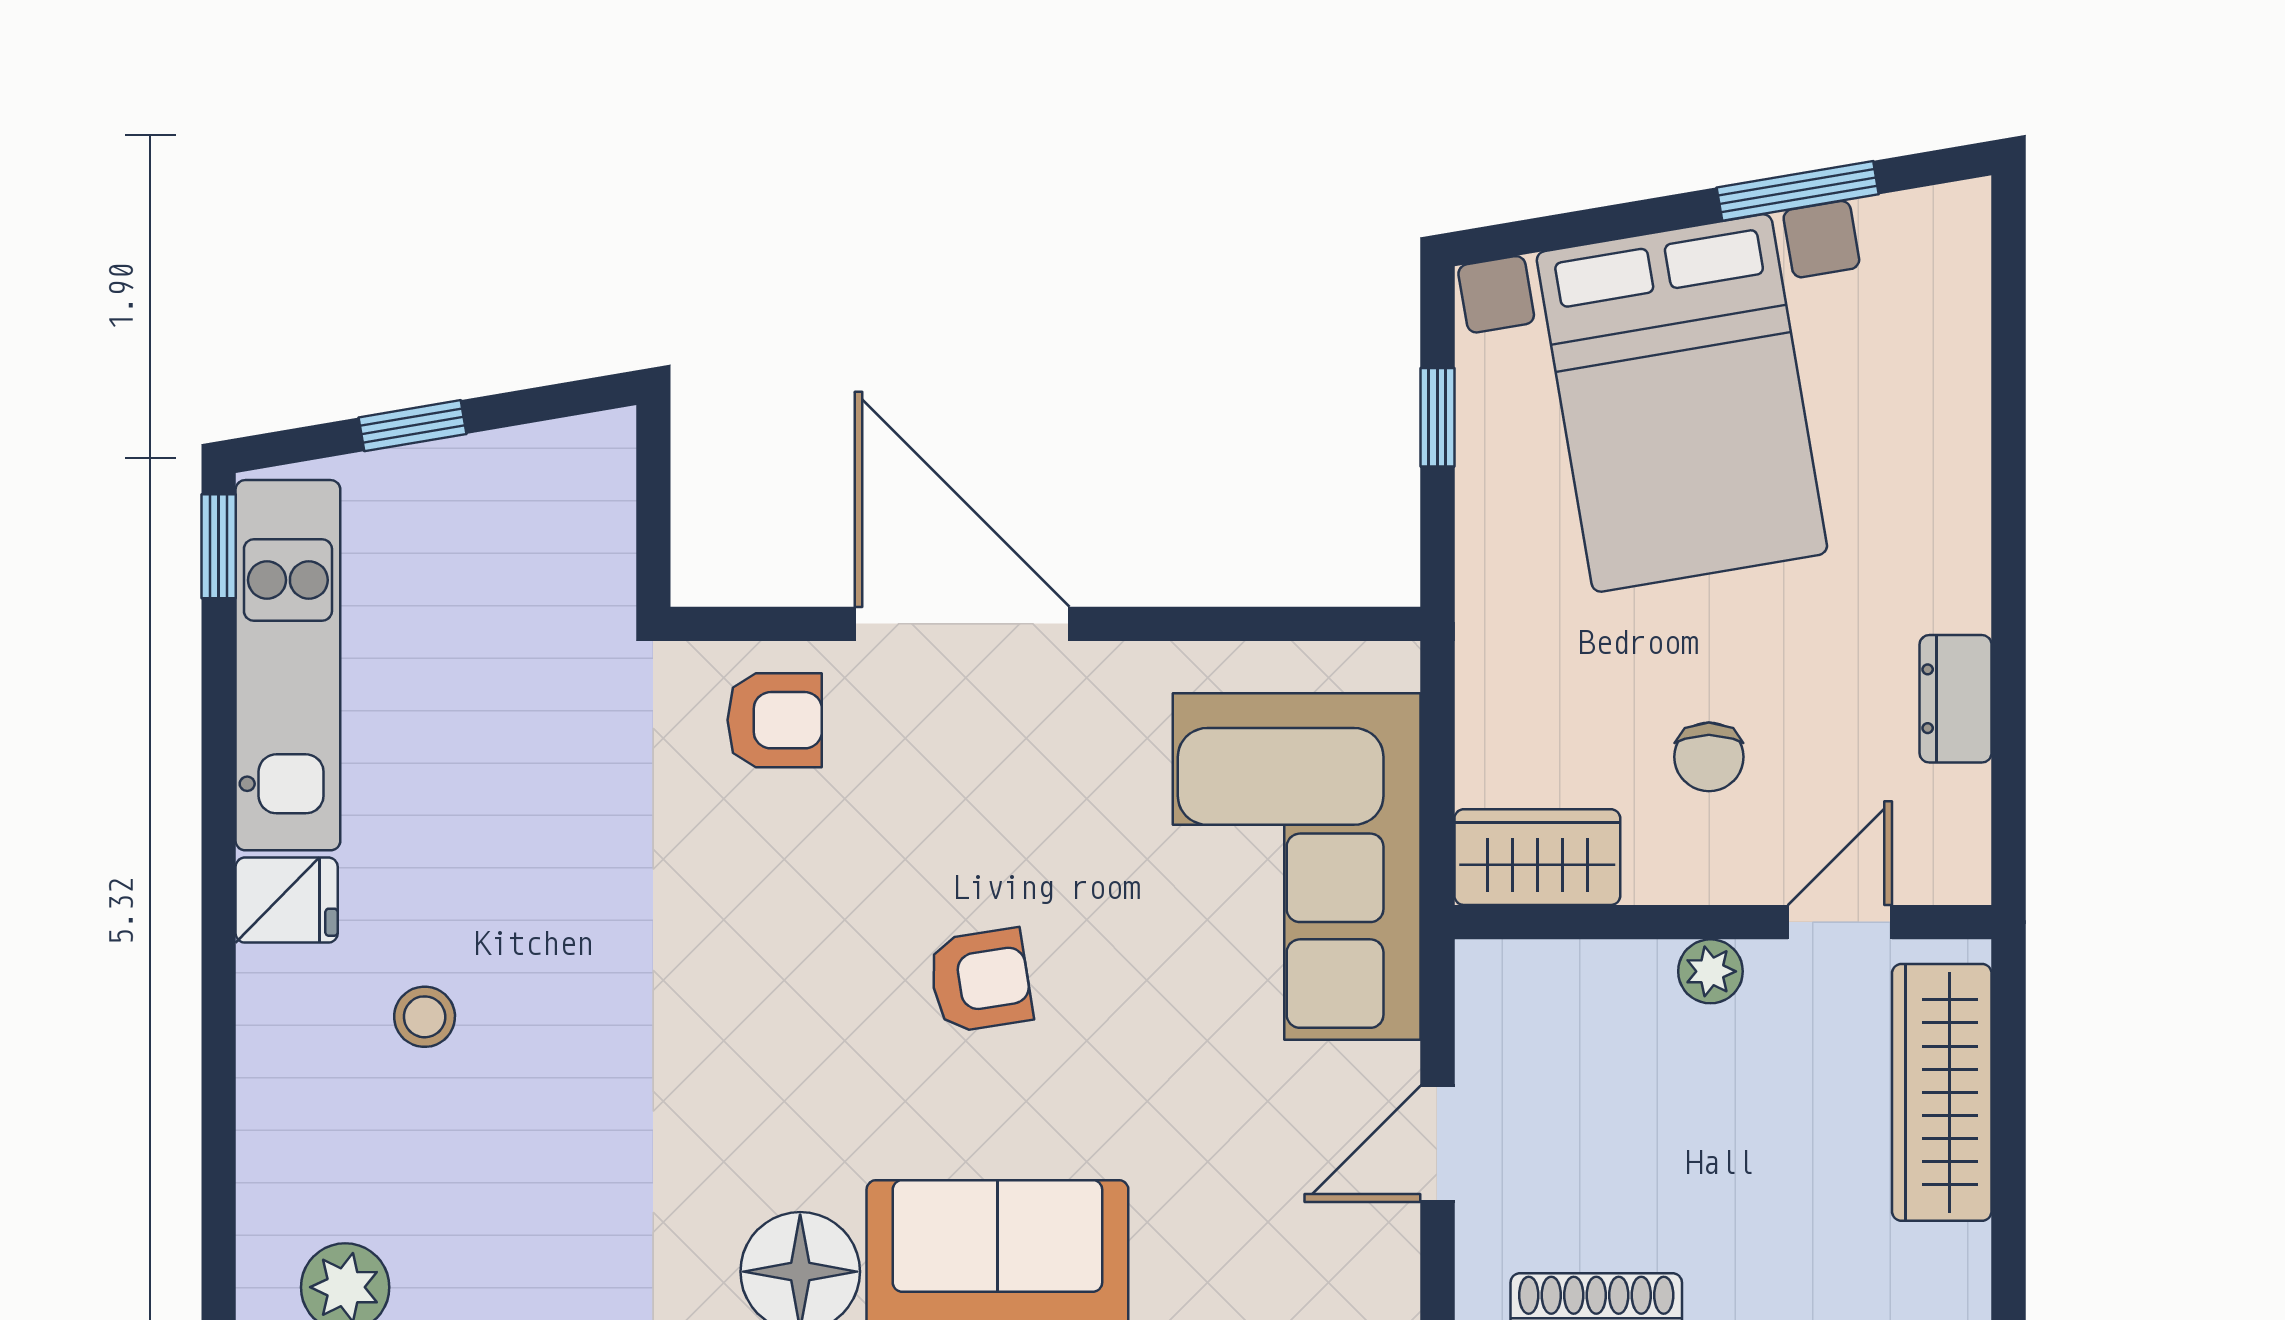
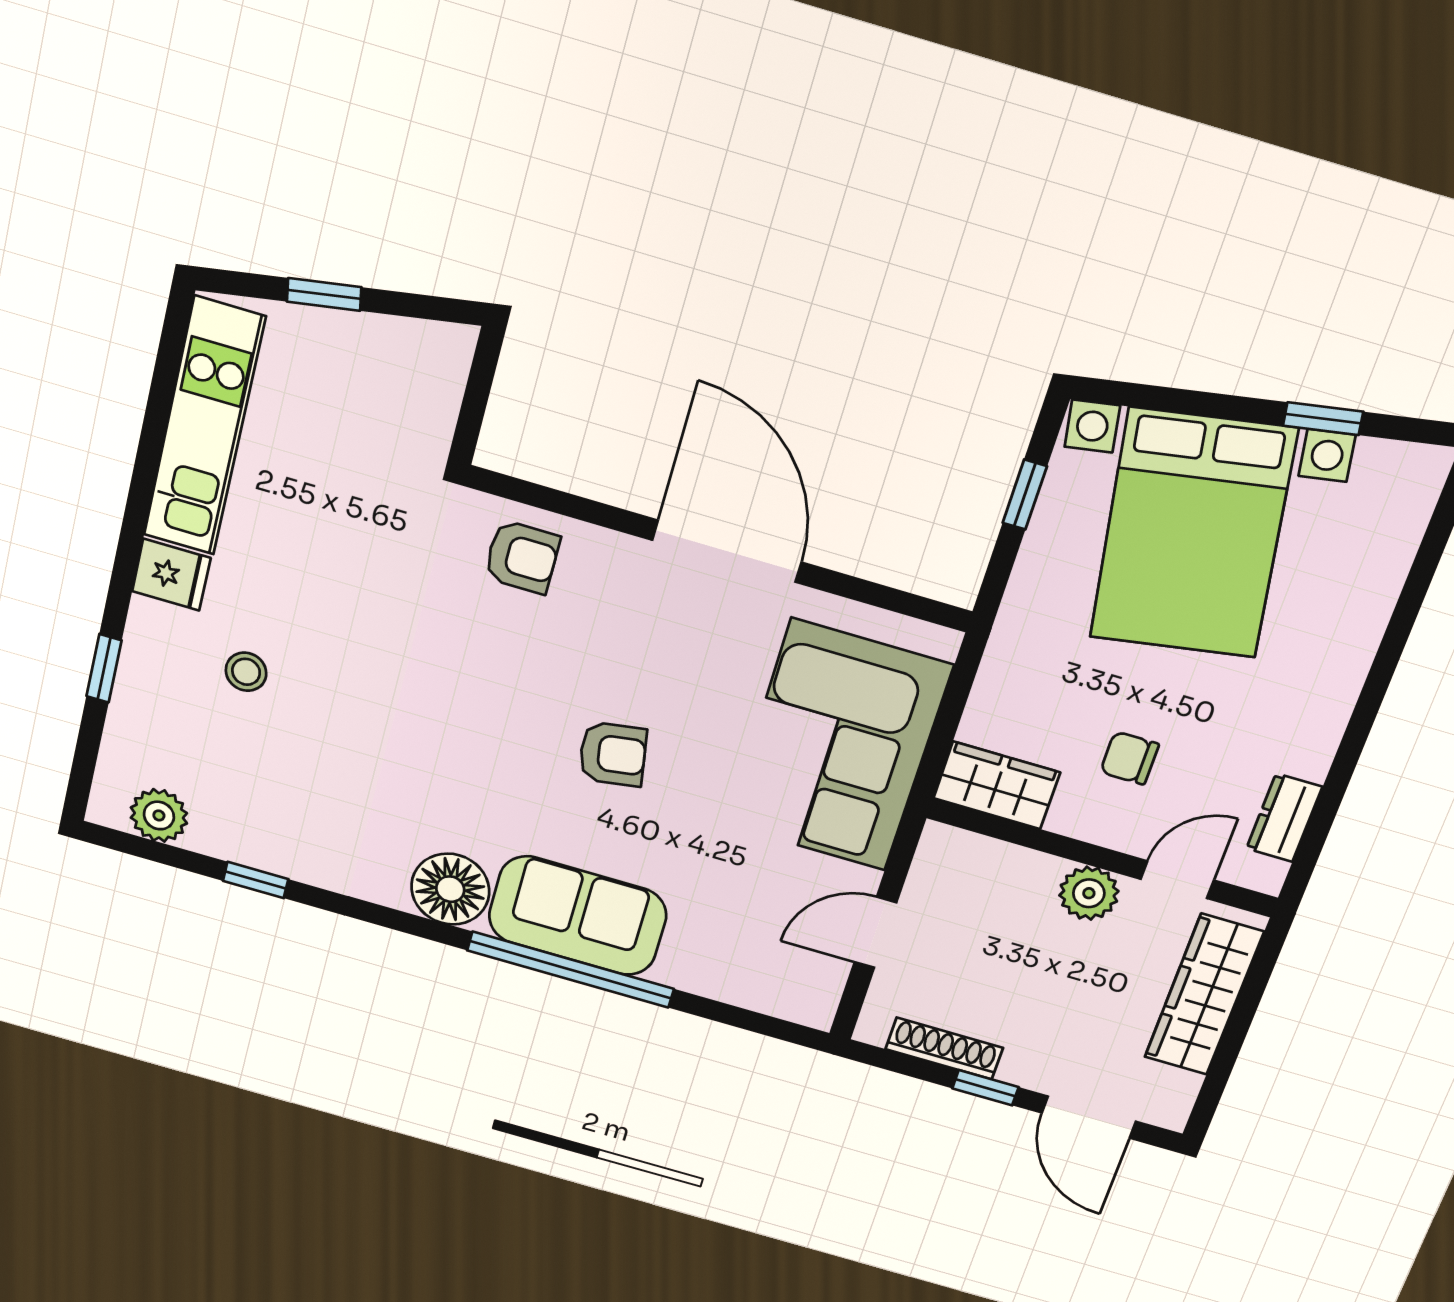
window: (1798, 191) -> (1323, 419), width x0.67
window: (219, 546) -> (104, 668), moved
door: (962, 624) -> (727, 551), moved
dresser: (1956, 699) -> (1284, 818), moved
chair: (1709, 757) -> (1130, 758), turned 90
plant: (1710, 971) -> (1089, 893), width x1.38, depth x1.38

